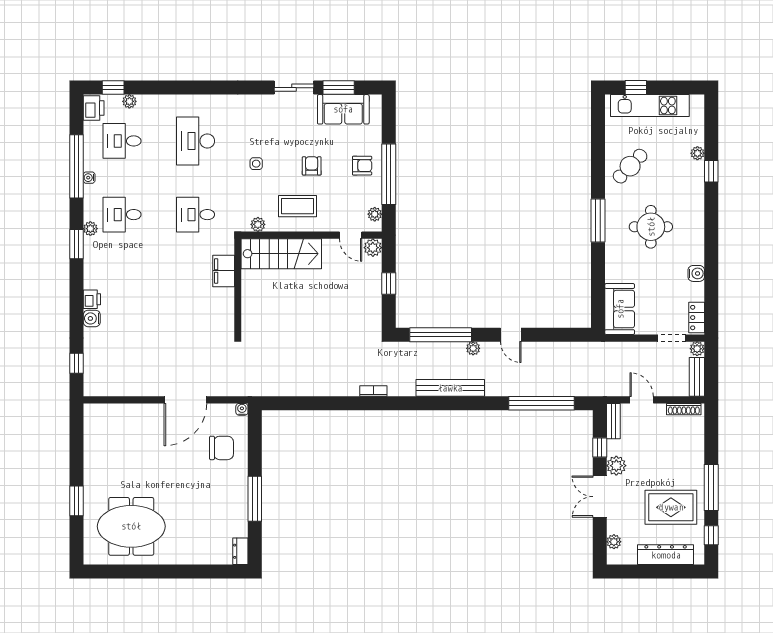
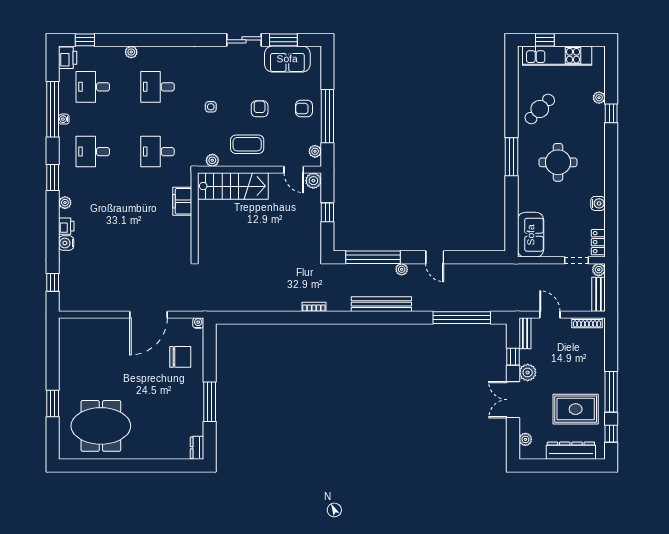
plant: (129, 101) -> (131, 52), moved
desk: (196, 141) -> (157, 87), width x0.73
armchair: (362, 166) -> (304, 109), turned 180
plant: (90, 229) -> (65, 203), moved

